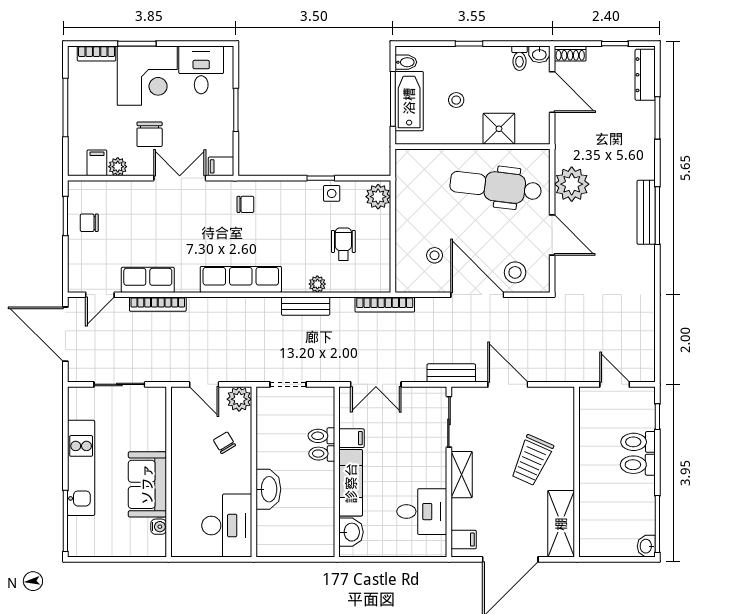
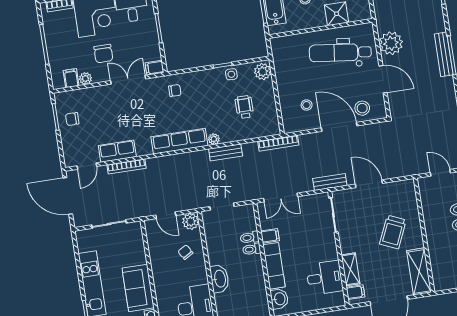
plant: (317, 284) -> (214, 139), moved
shelving: (462, 475) -> (350, 269), moved

